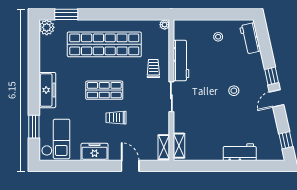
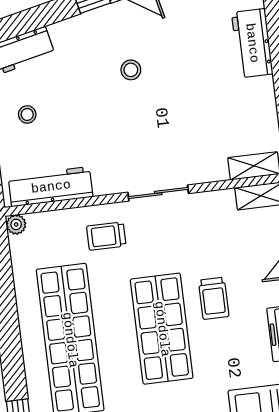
workbench: (181, 60) -> (51, 187), moved
shop shelf: (104, 90) -> (162, 329), width x1.43, depth x1.36

